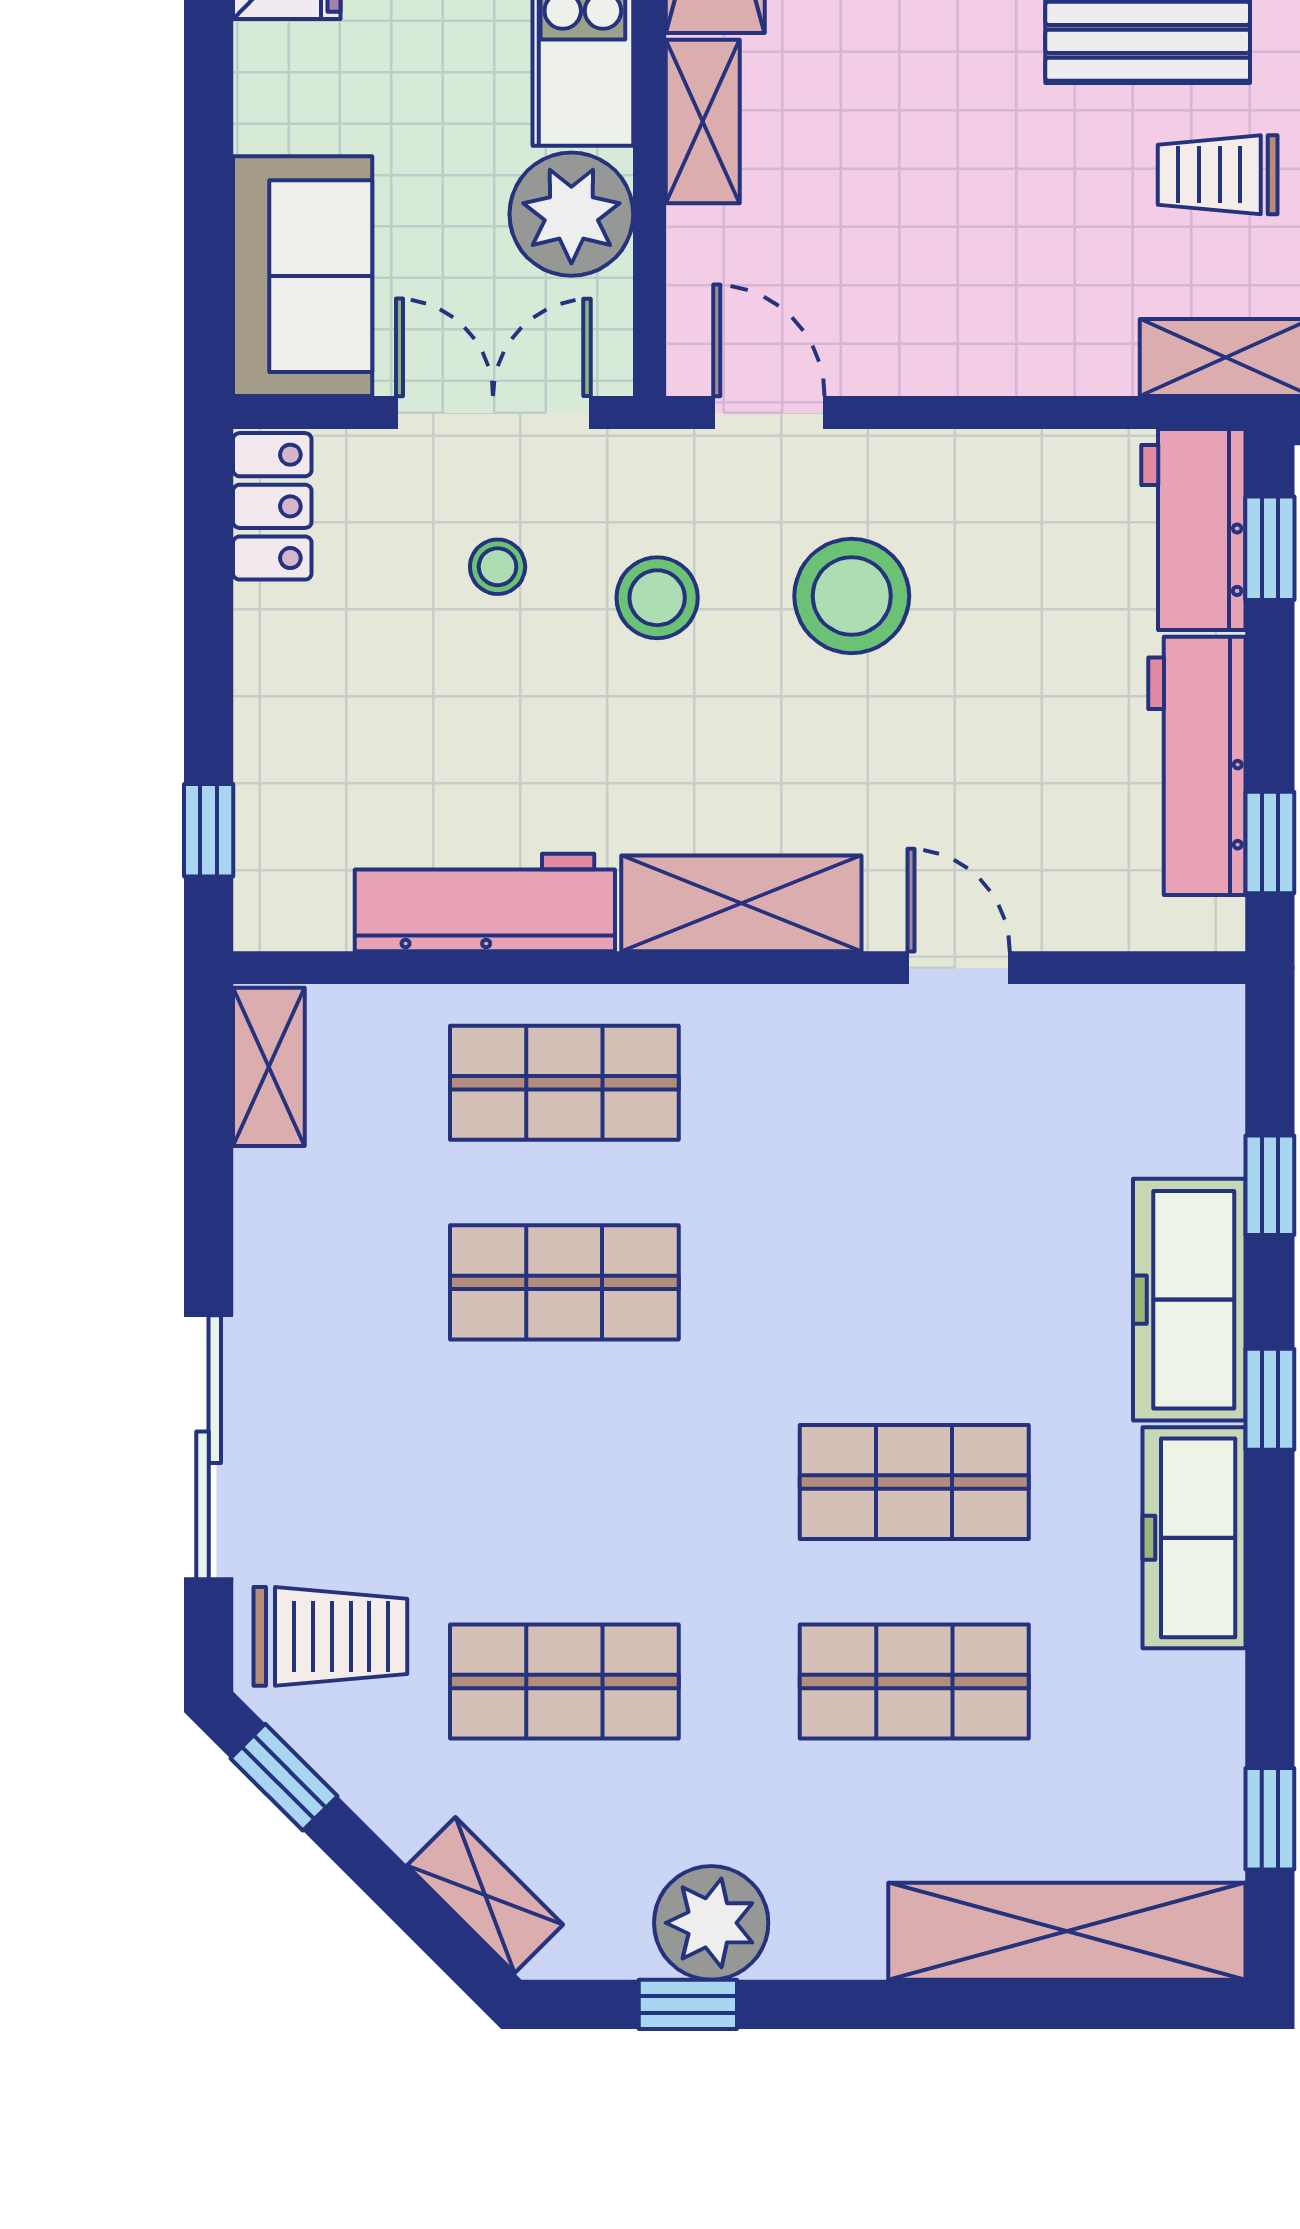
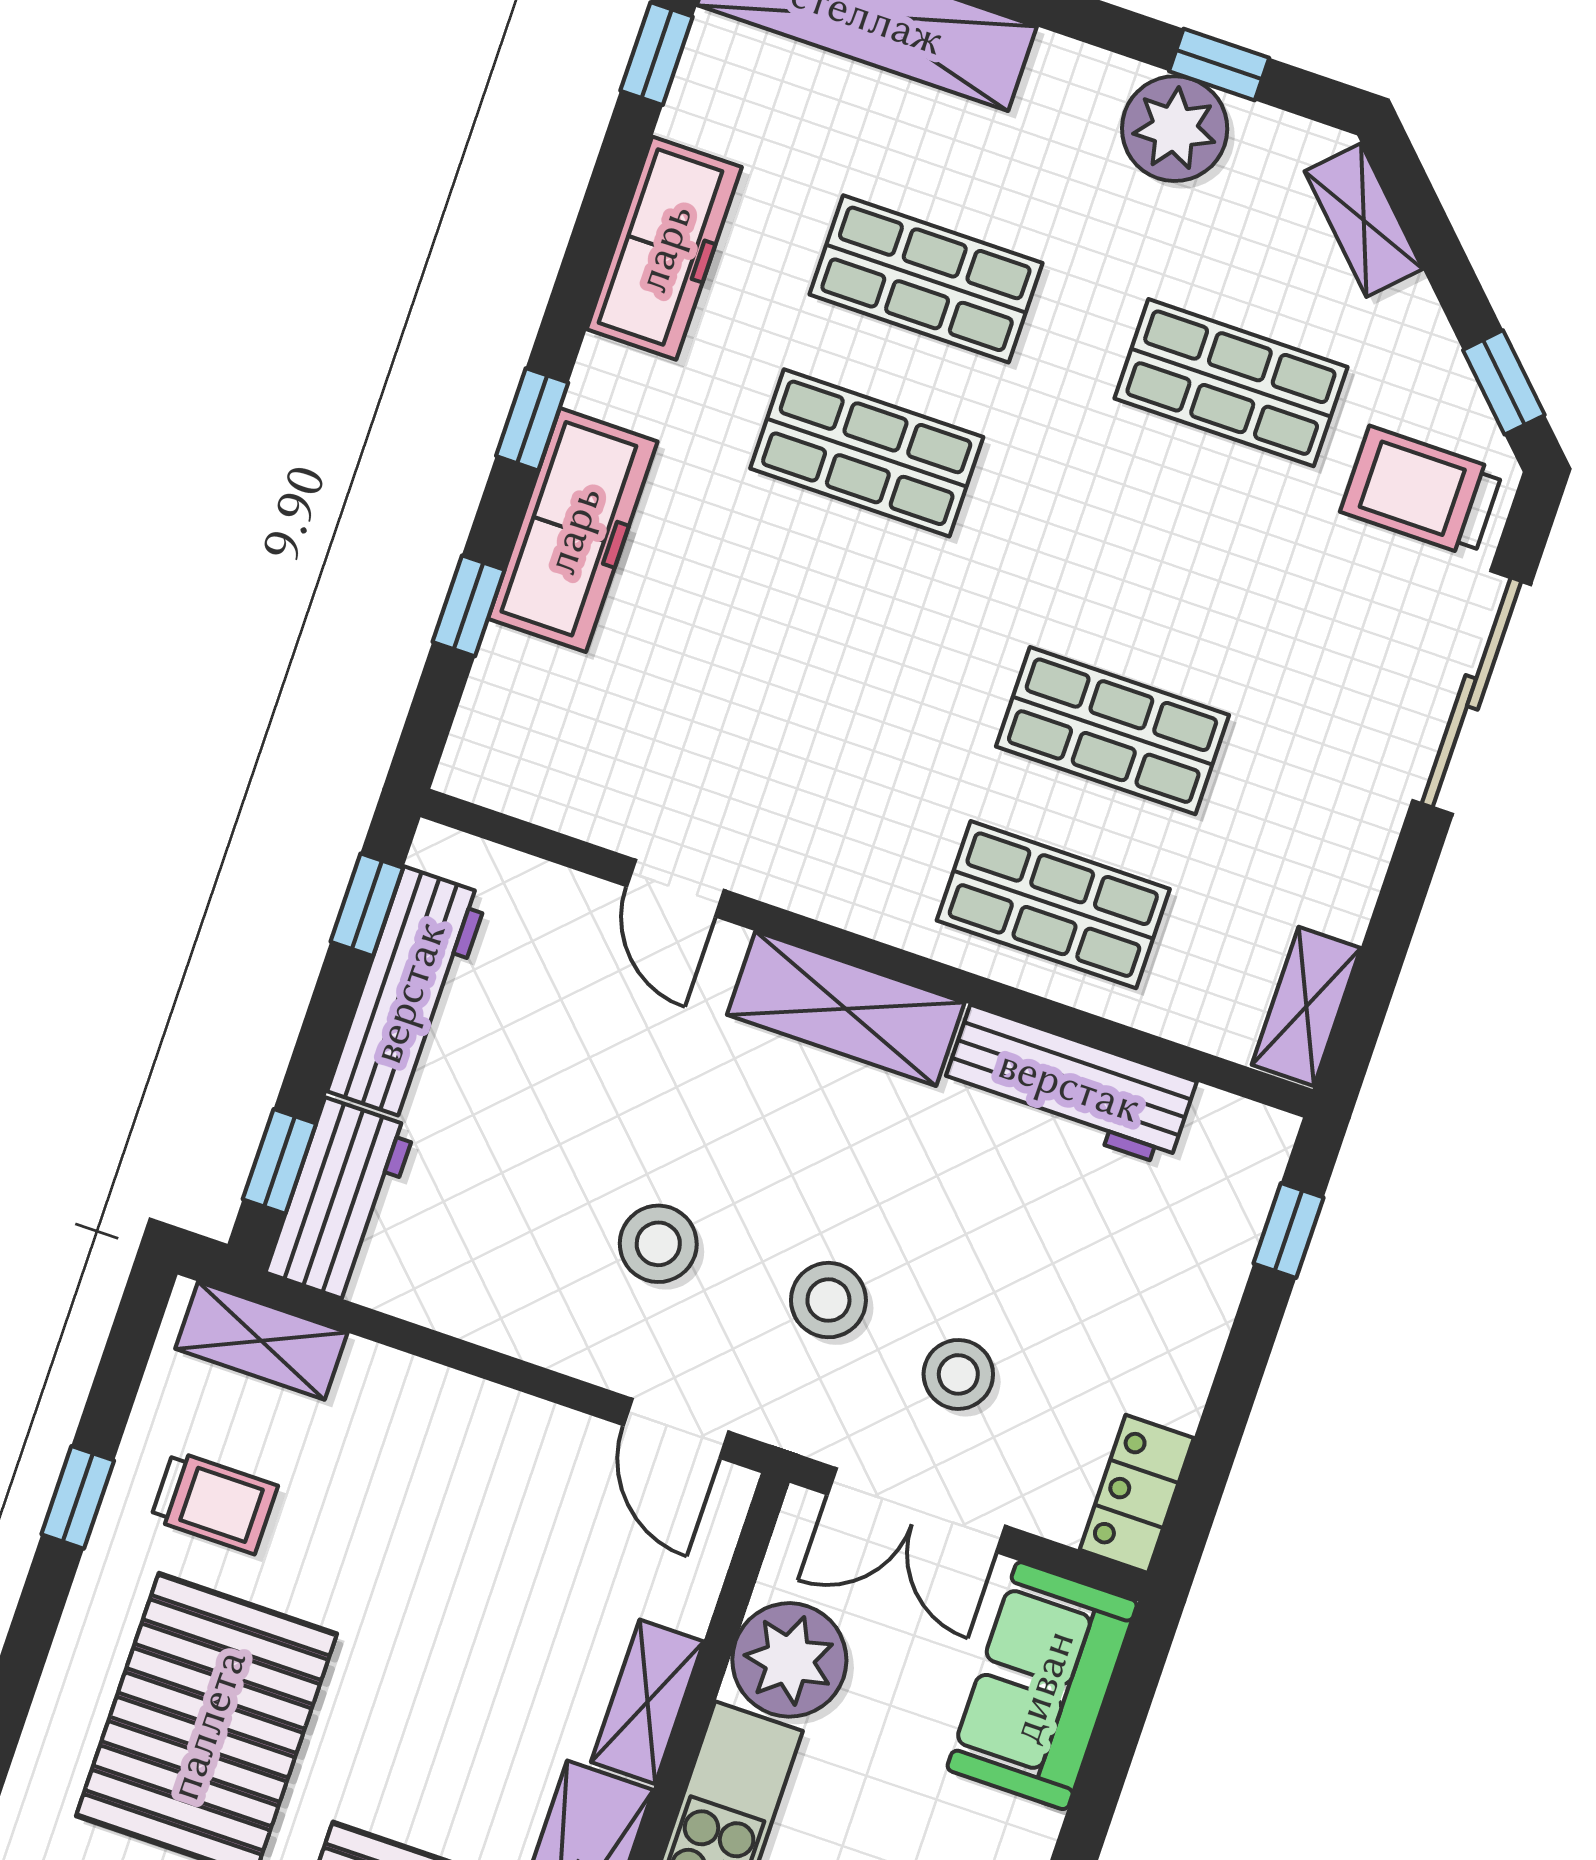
stool: (498, 567) -> (958, 1374), width x1.37, depth x1.37
stool: (852, 596) -> (658, 1244), width x0.73, depth x0.73
freezer: (1194, 1538) -> (664, 248), moved

